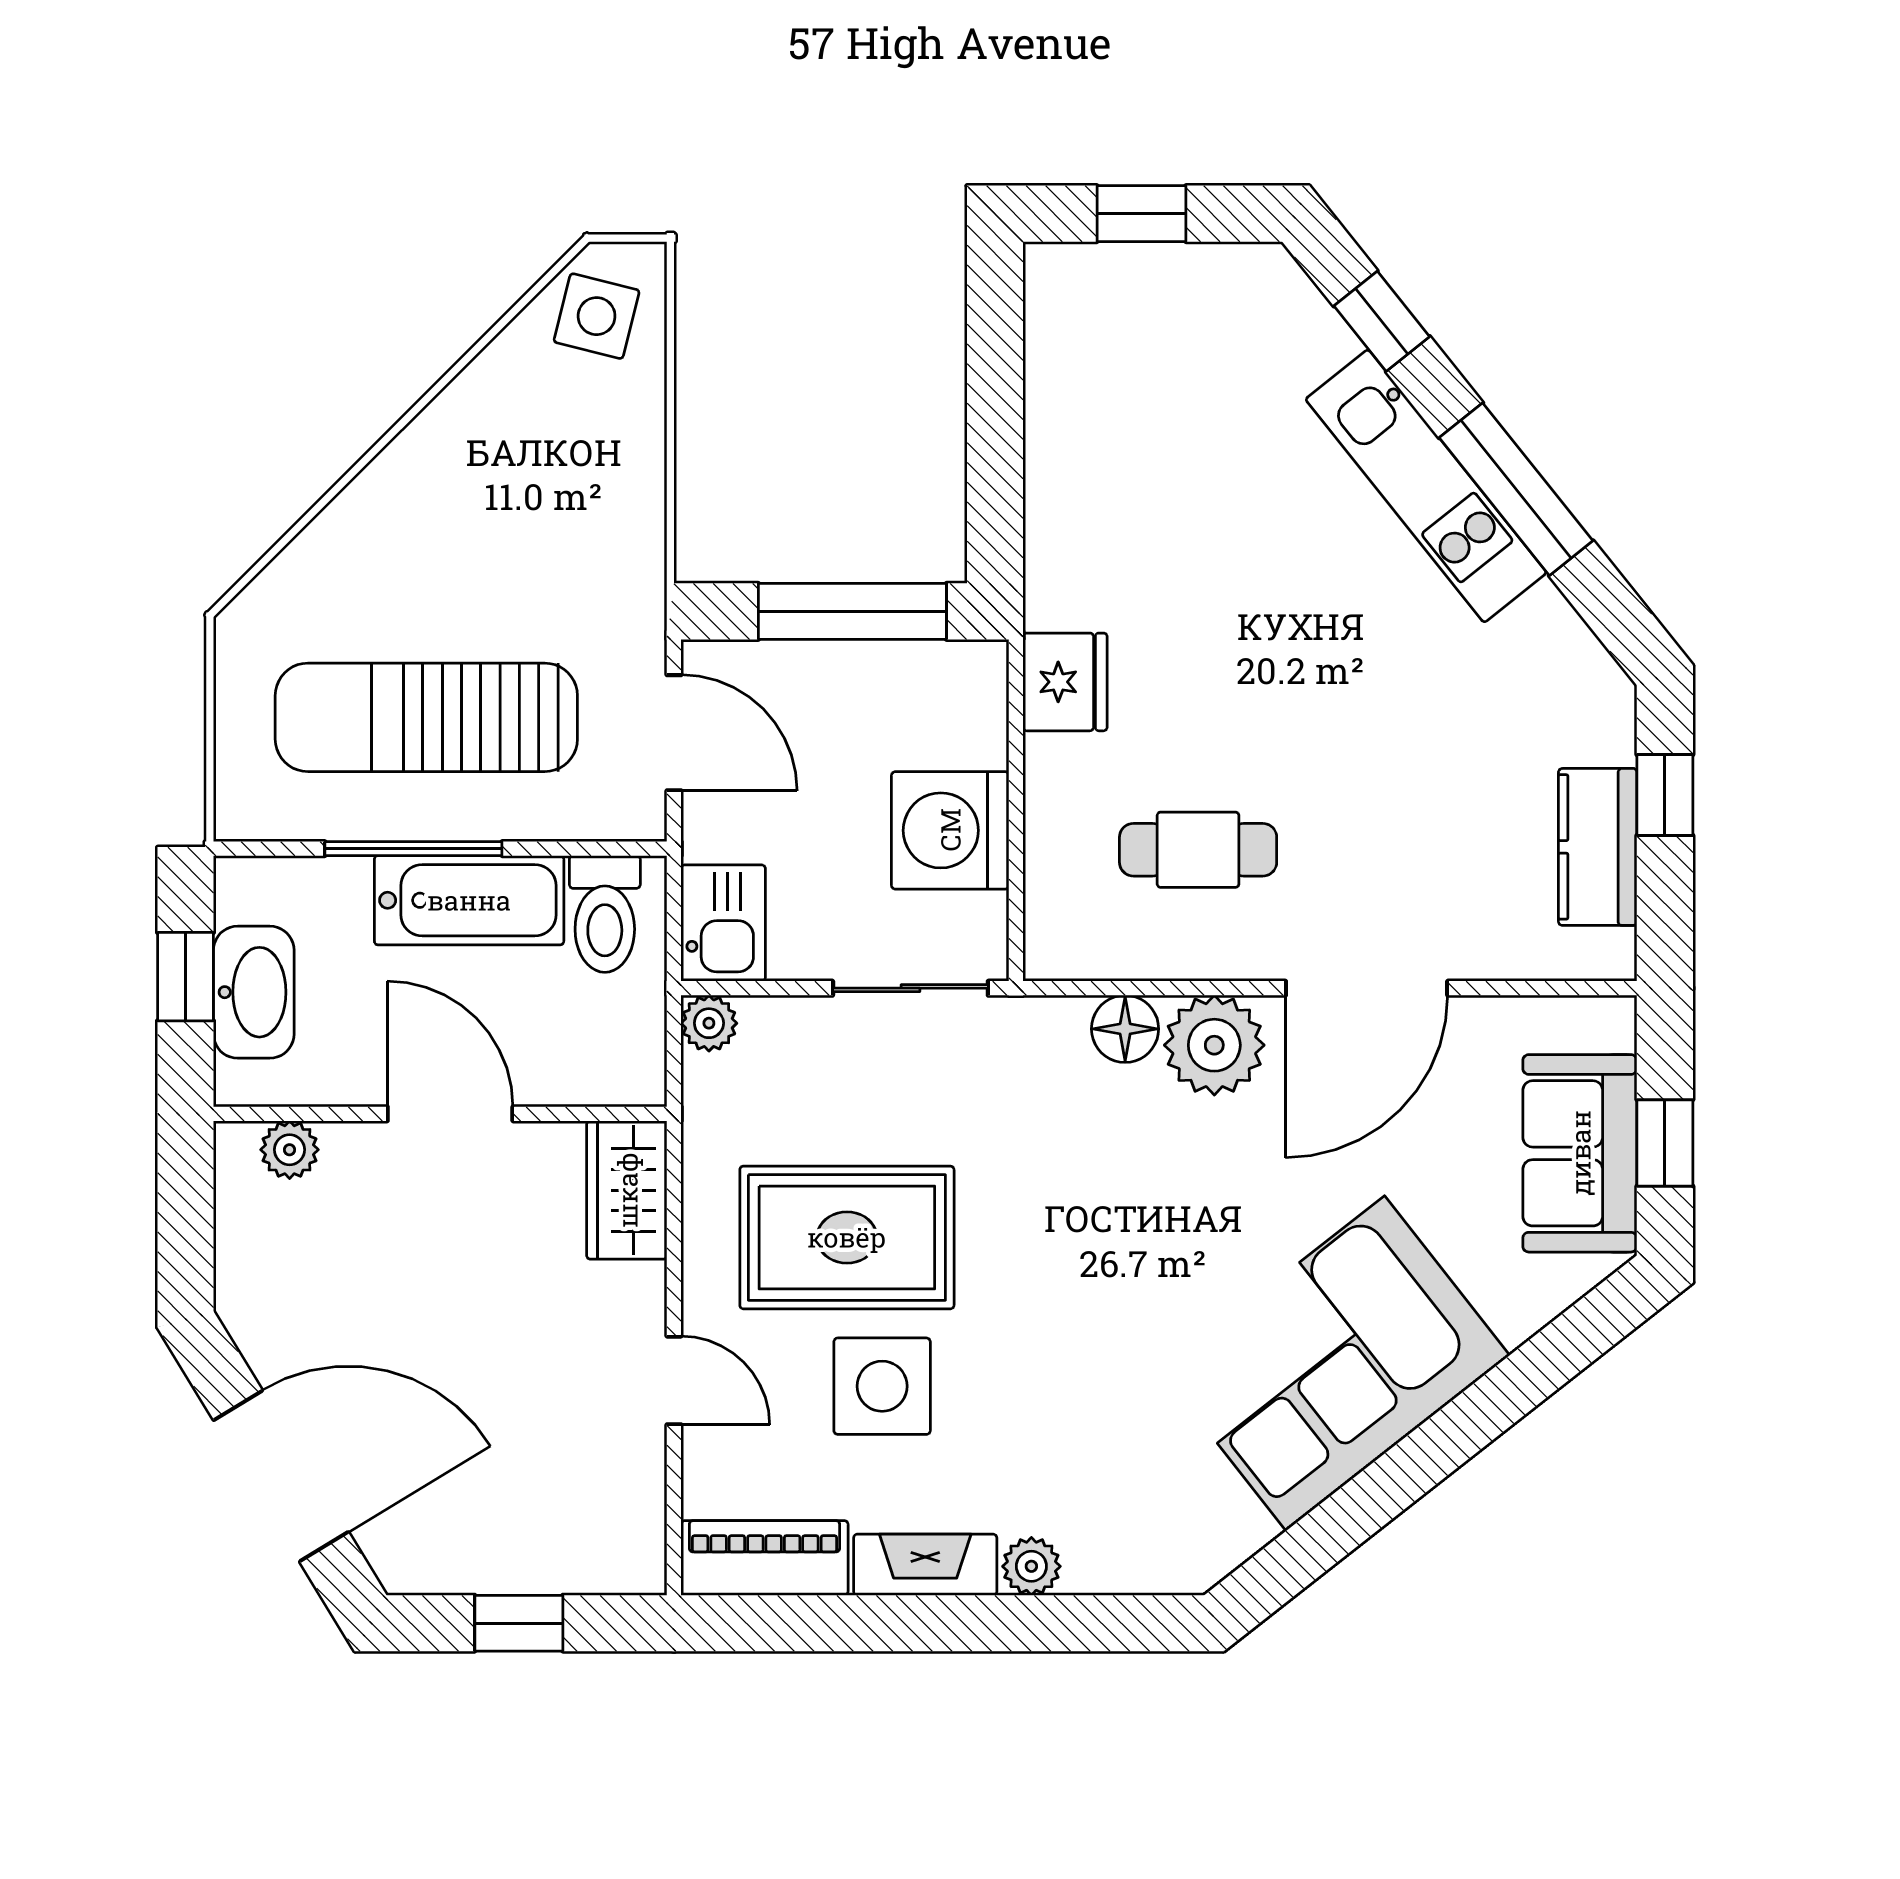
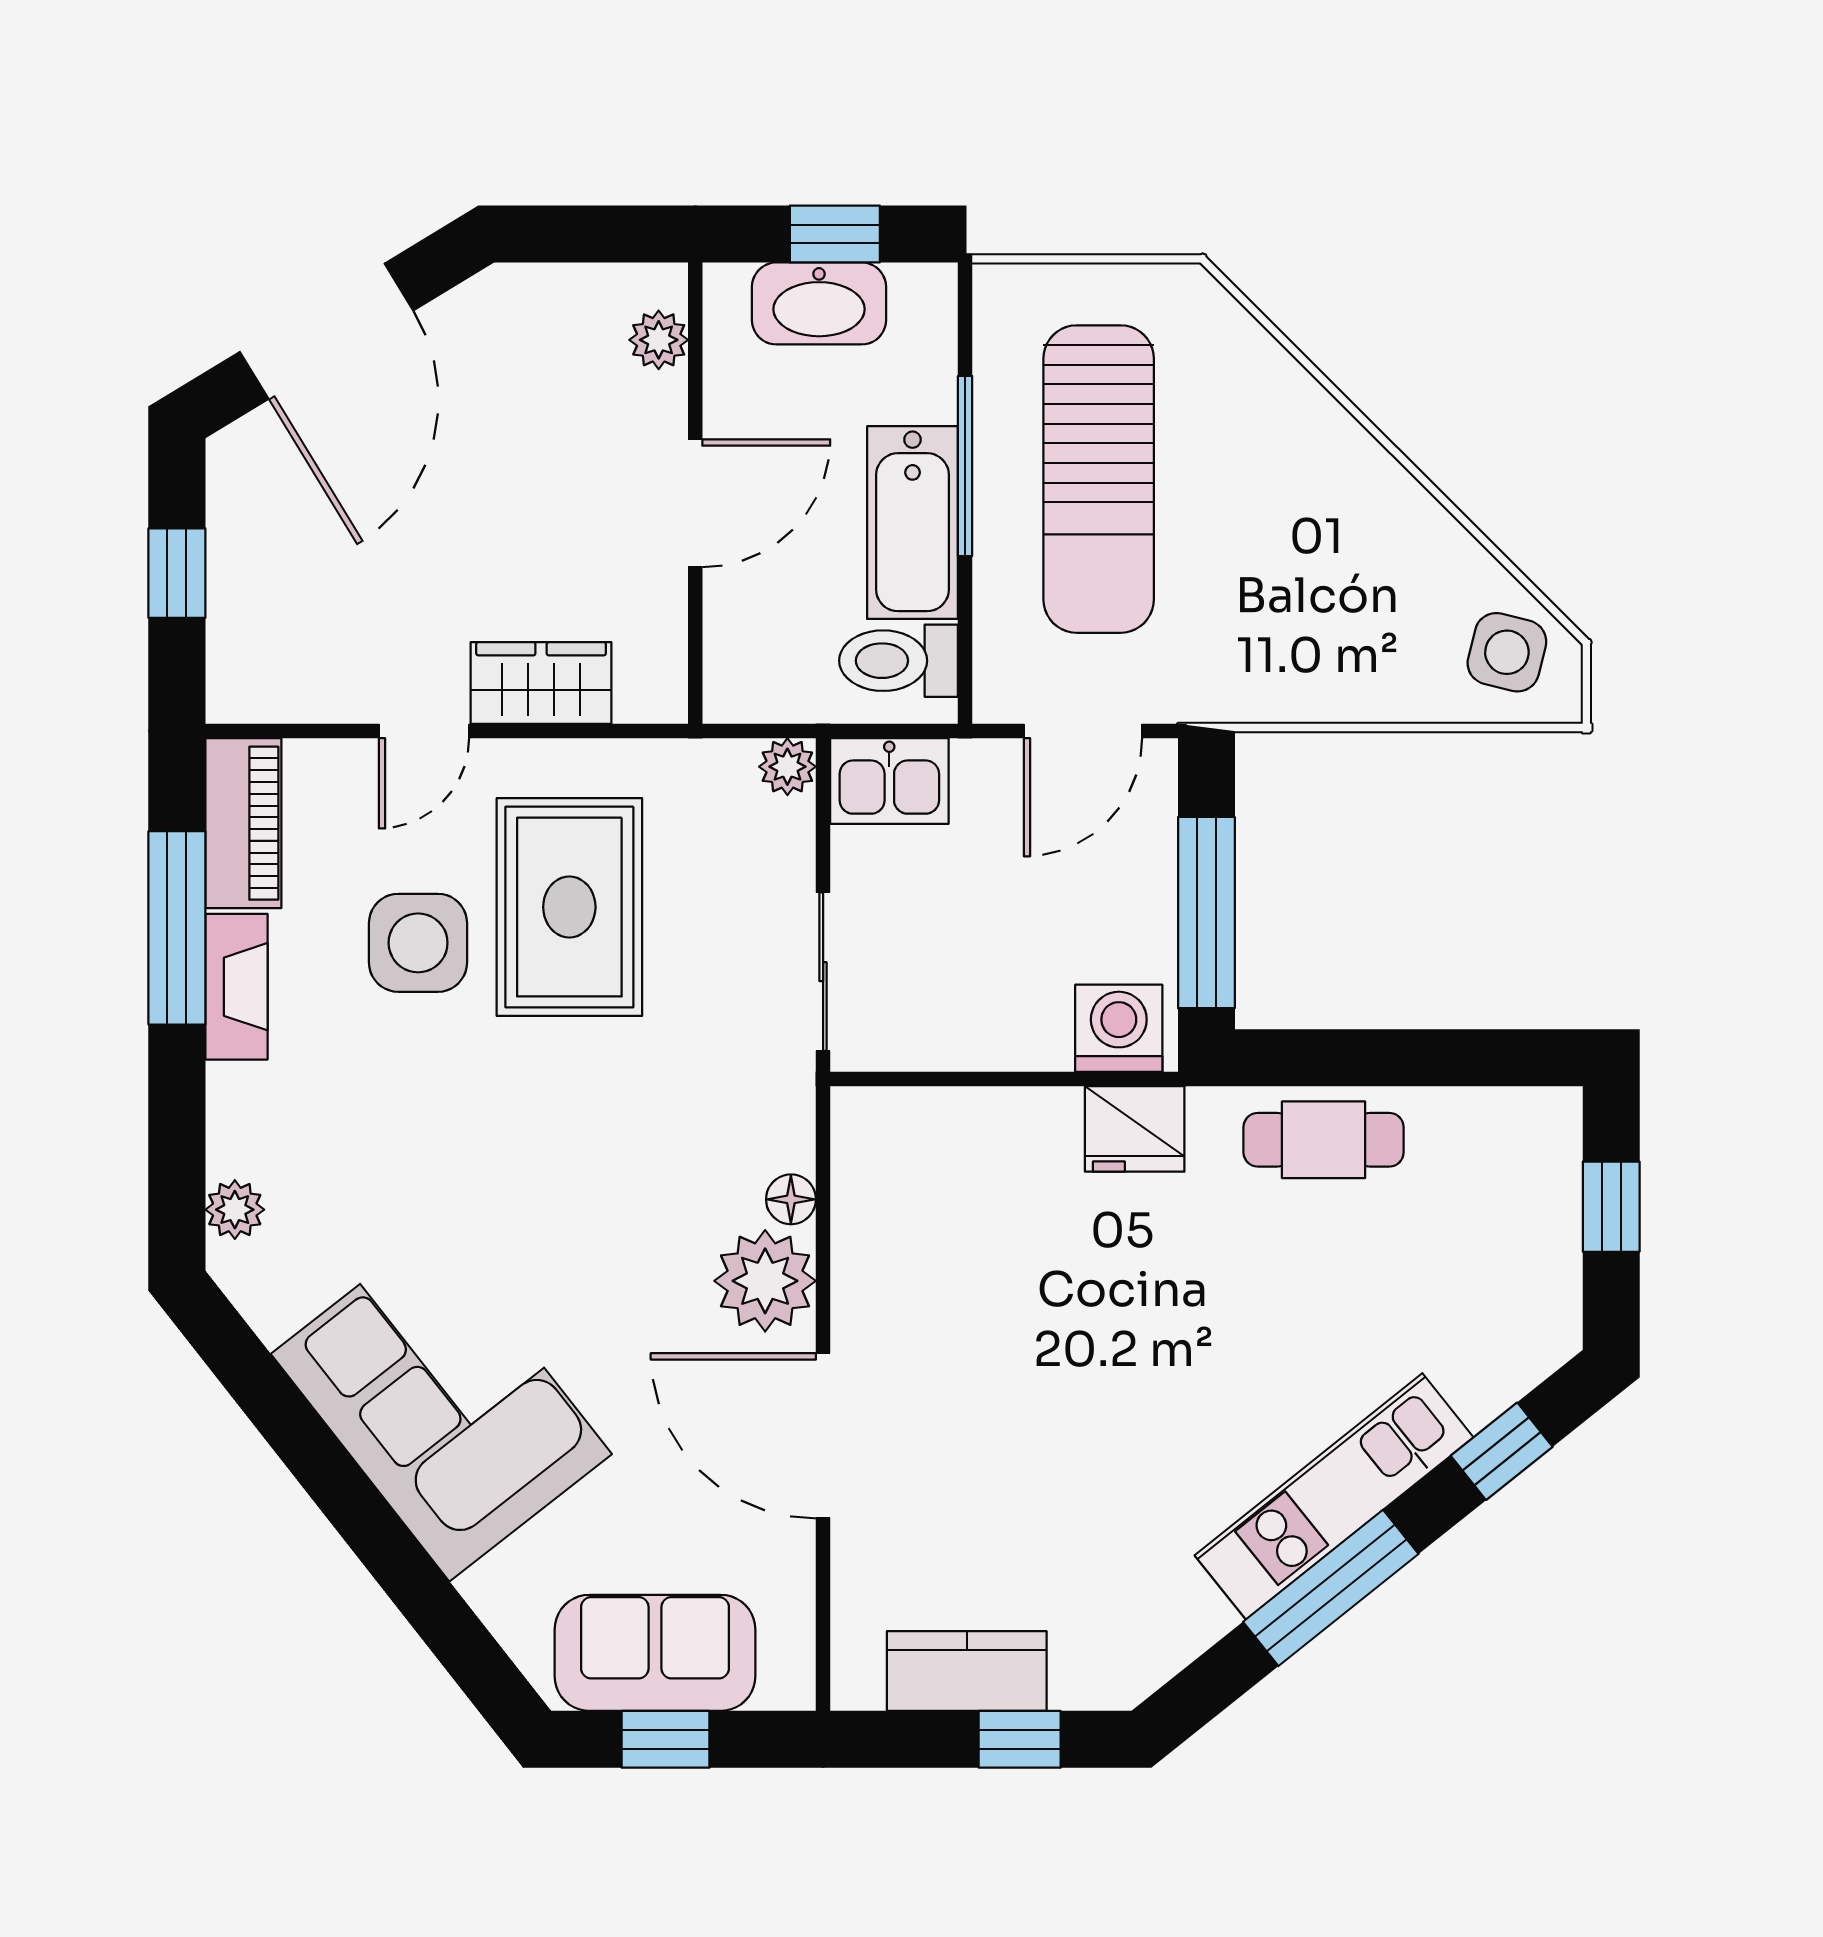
sun lounger: (426, 717) -> (1099, 479), turned 180
washing machine: (950, 830) -> (1119, 1028), moved, width x0.73, depth x0.73
cafe table: (1198, 850) -> (1324, 1140), moved, turned 90
floor lamp: (1125, 1029) -> (791, 1199), width x0.73, depth x0.73
wardrobe: (627, 1190) -> (541, 683), moved
plant: (1031, 1566) -> (235, 1210), moved
window: (867, 1623) -> (177, 928), added

